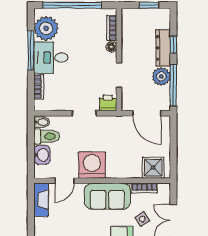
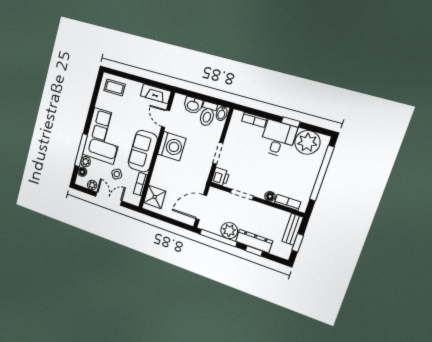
bench: (137, 14) -> (293, 229), added
window: (31, 51) -> (291, 122), width x0.46

